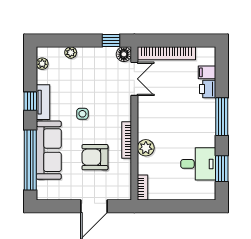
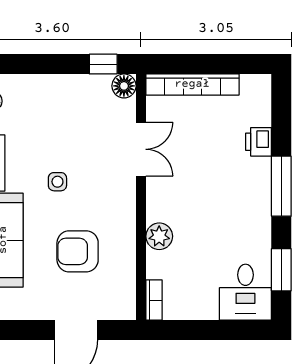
plant: (71, 53) -> (39, 83), removed
filing cabinet: (207, 72) -> (258, 115), removed
double door: (134, 79) -> (141, 149), moved
bookcase: (127, 140) -> (128, 224), removed
desk: (198, 164) -> (245, 292), moved, turned 90

